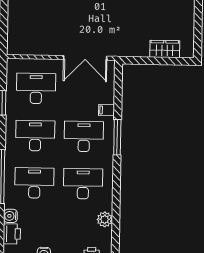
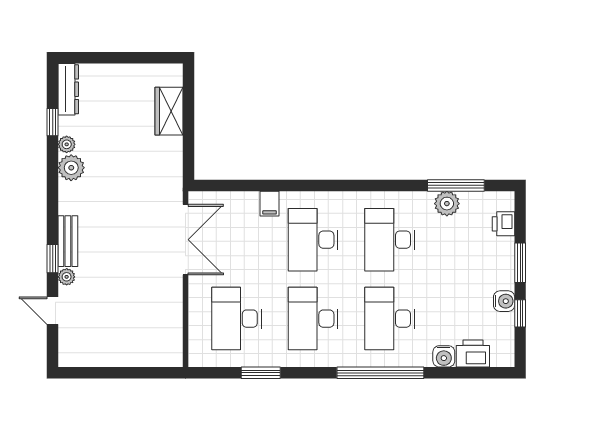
window: (117, 137) -> (456, 185), moved

